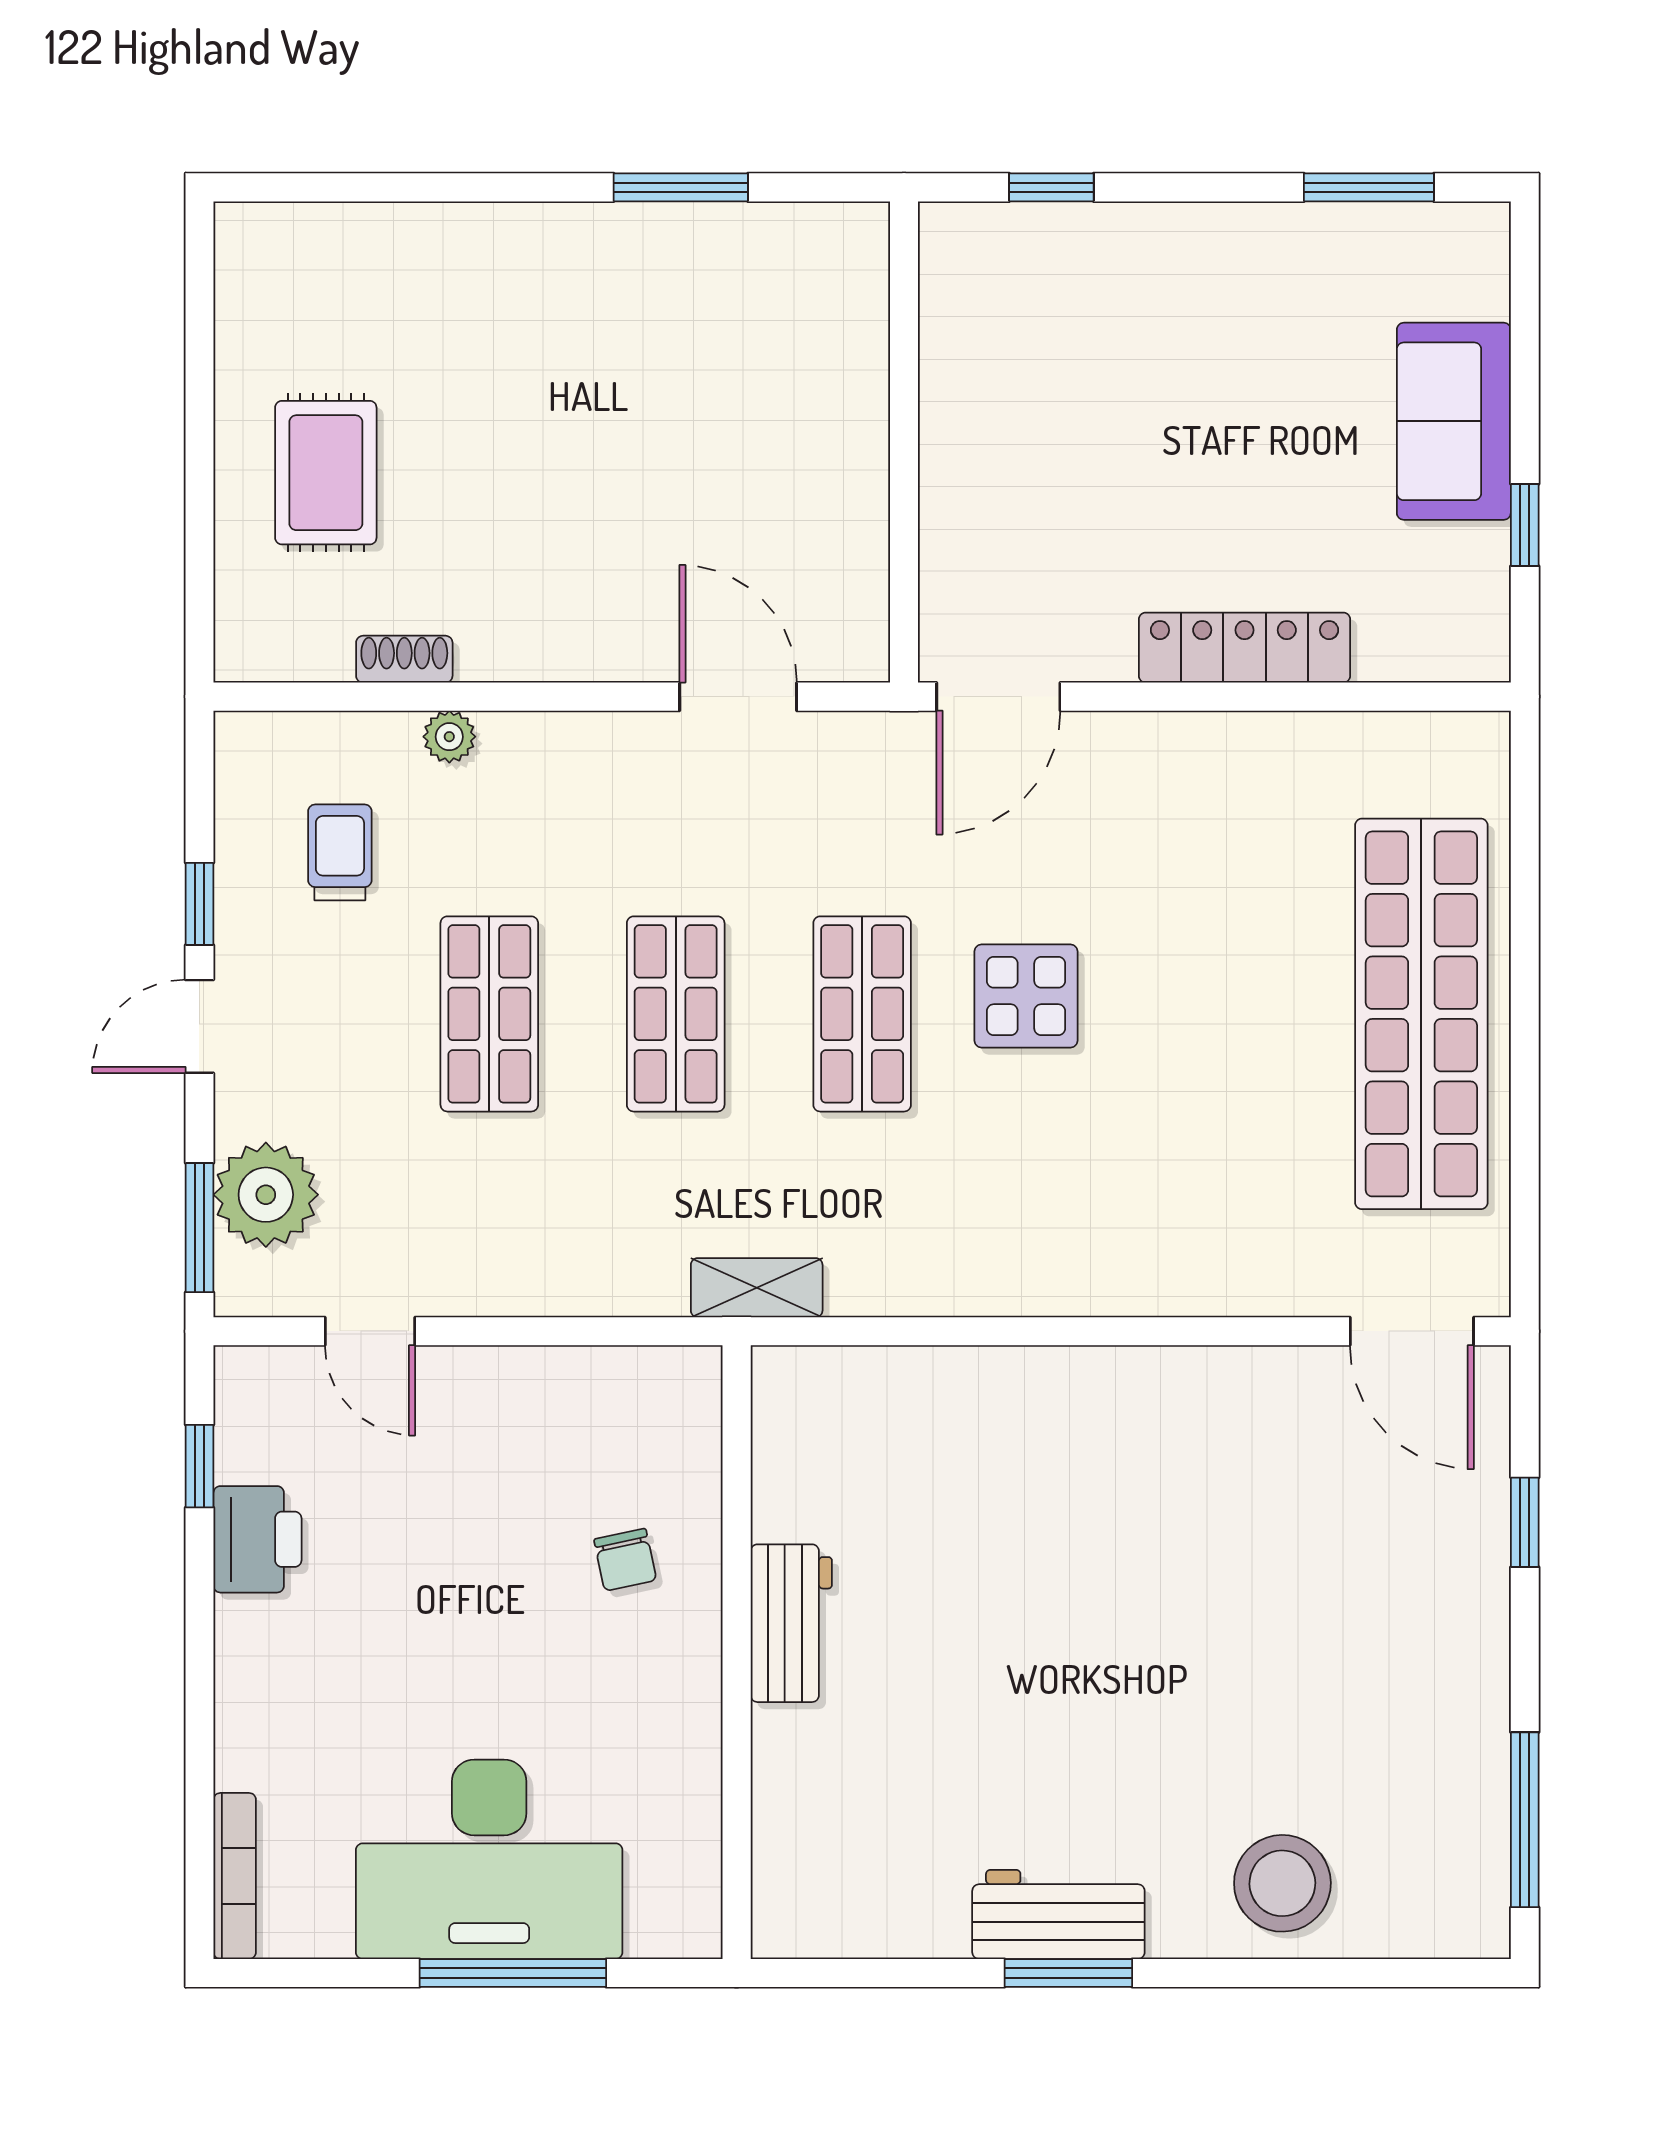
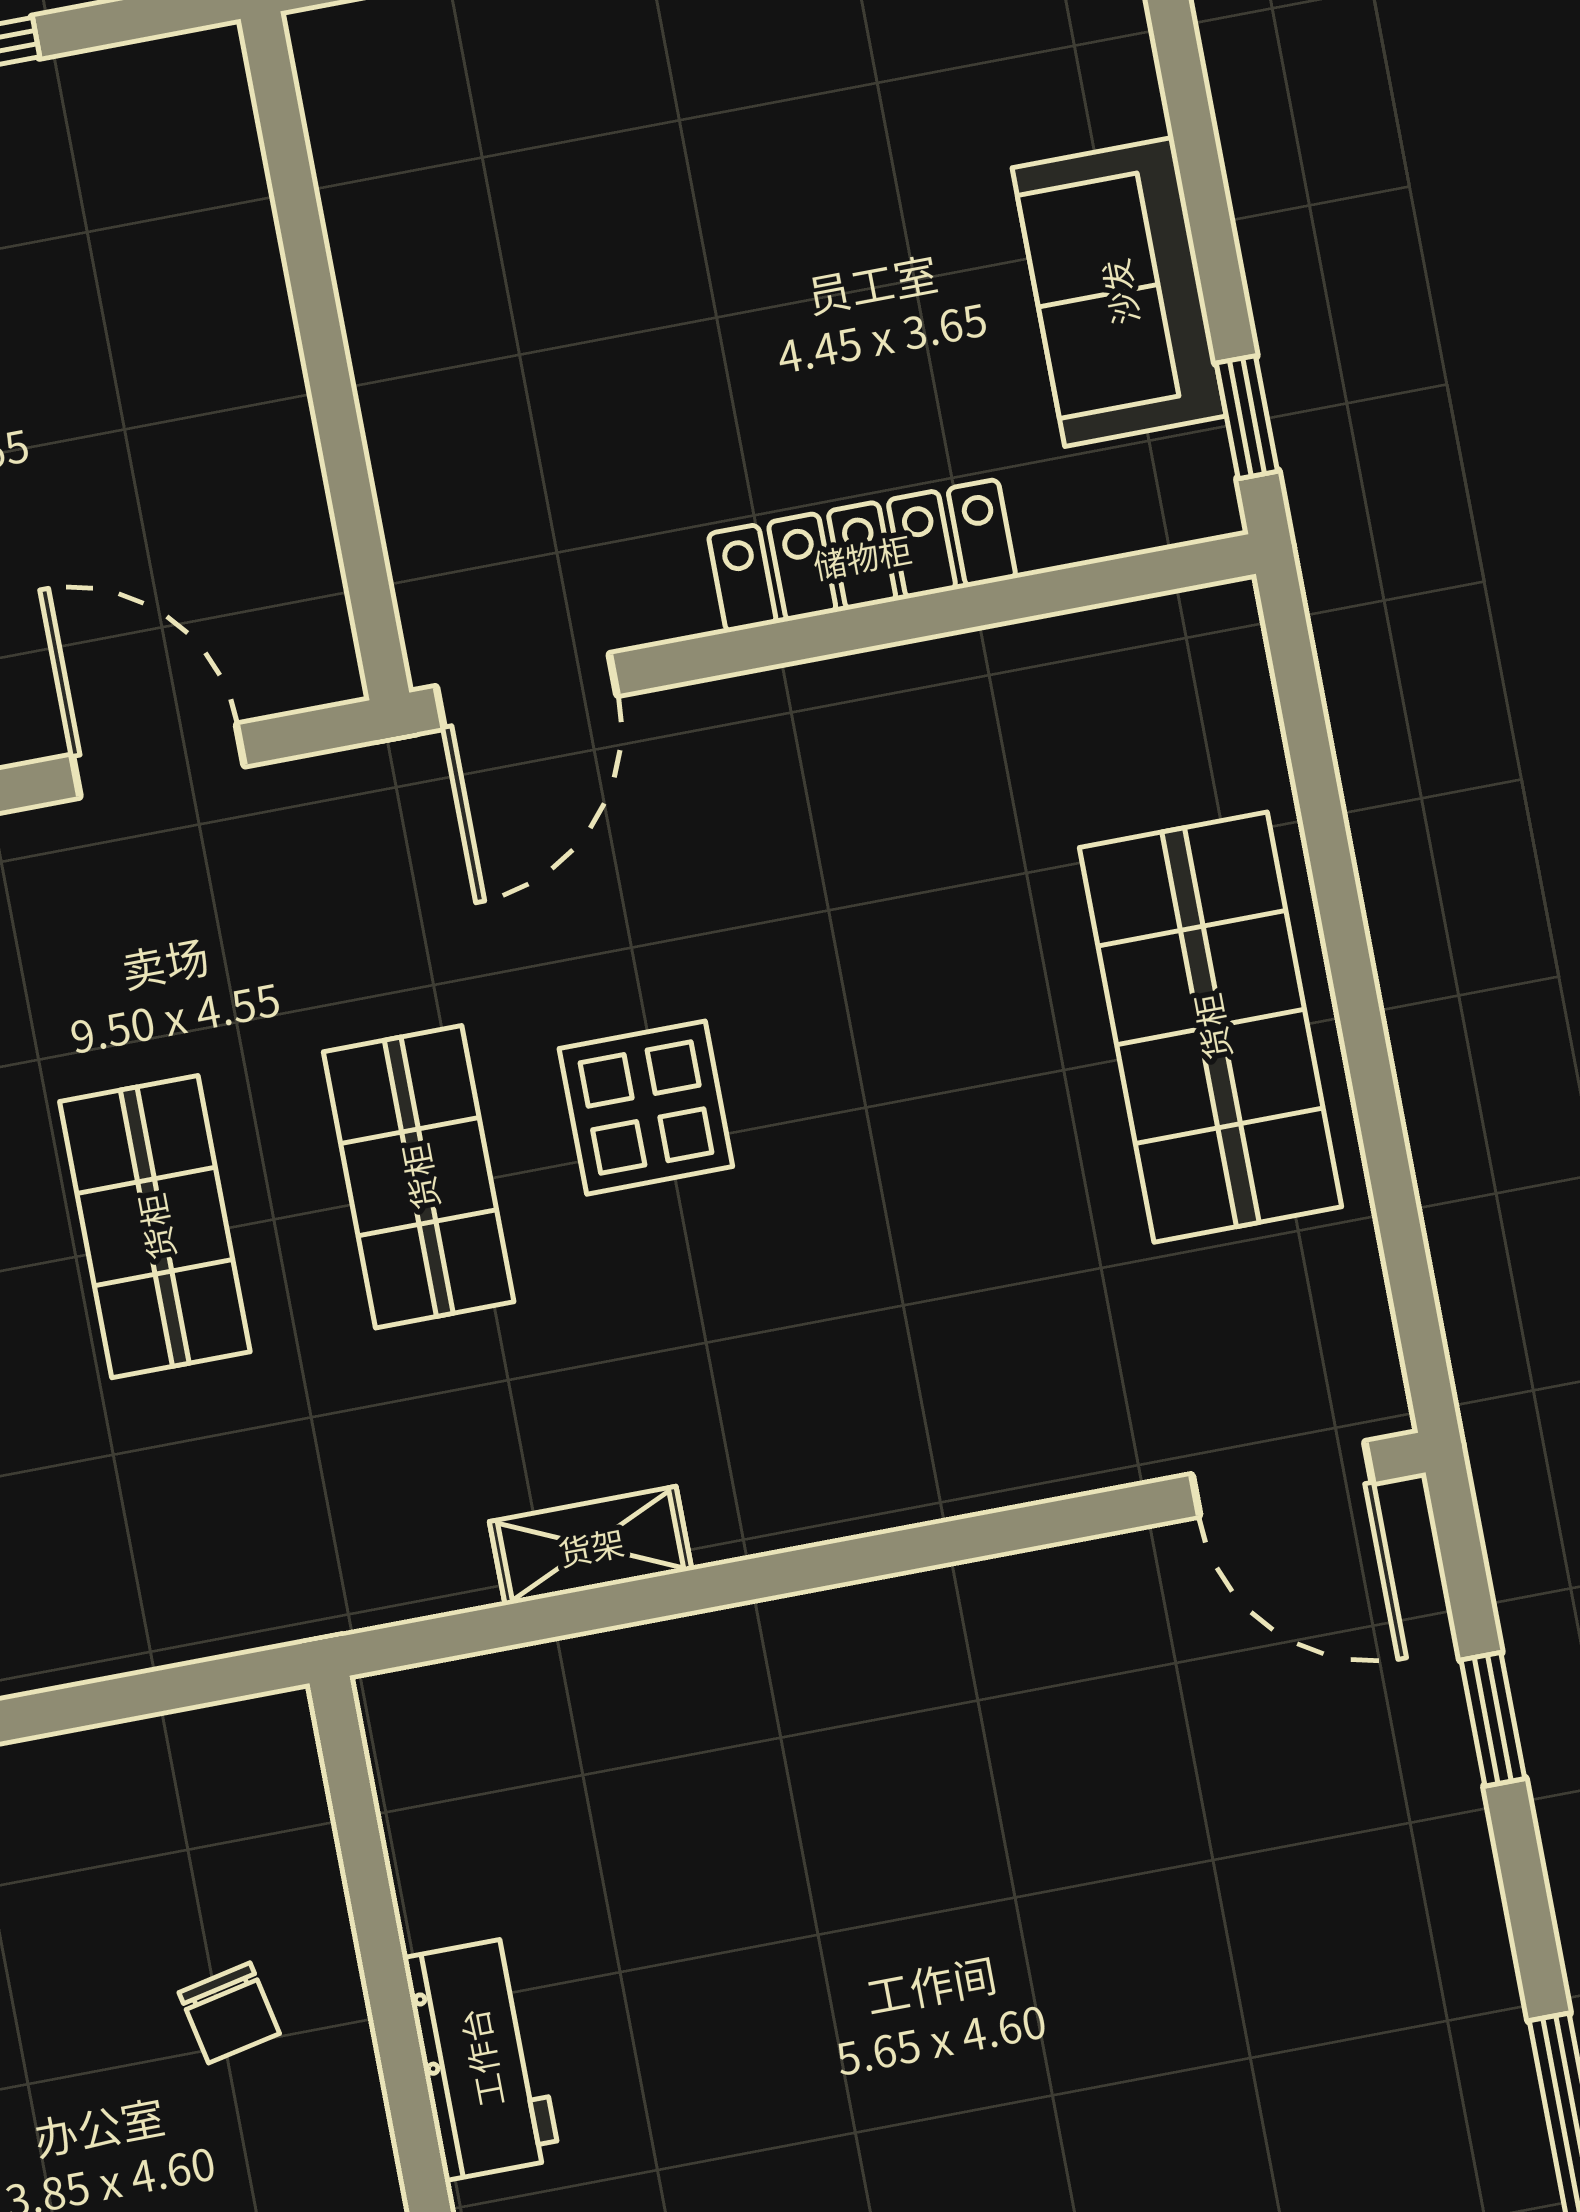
sofa: (1454, 421) -> (1119, 292), moved
window: (1525, 525) -> (1247, 417), moved
shop shelf: (1421, 1014) -> (1211, 1027), width x0.71
shelving: (757, 1288) -> (591, 1546), moved

